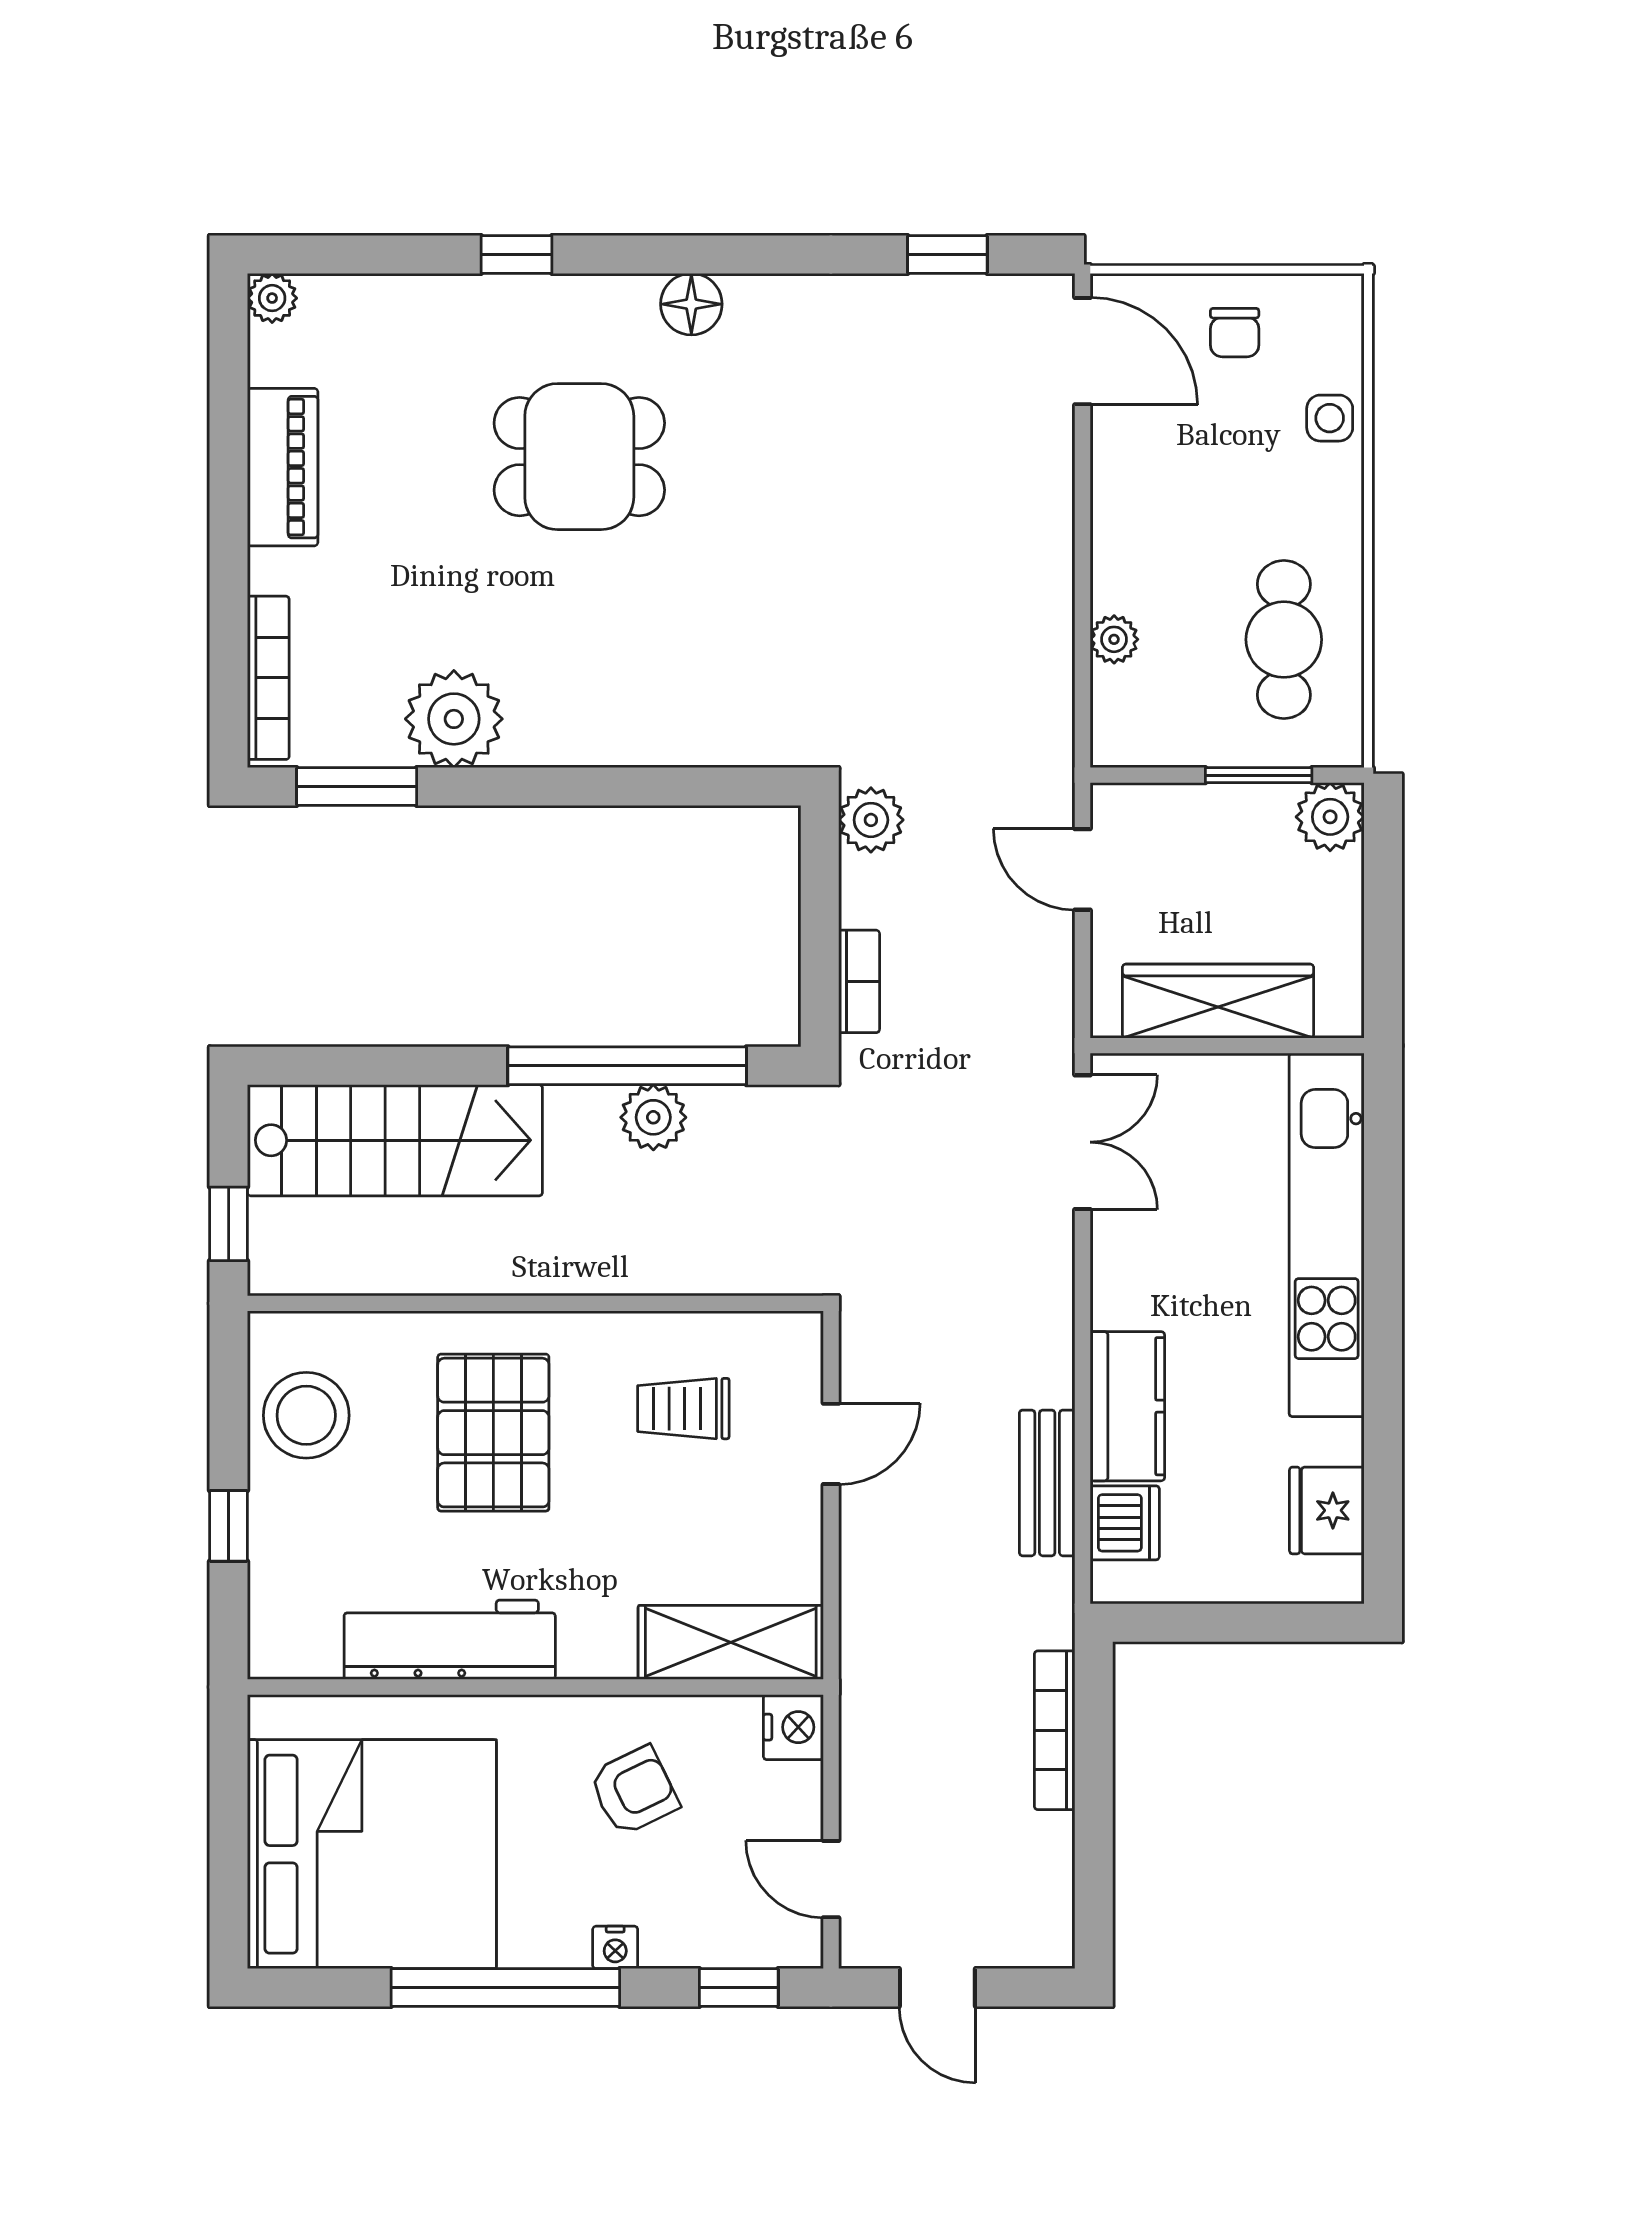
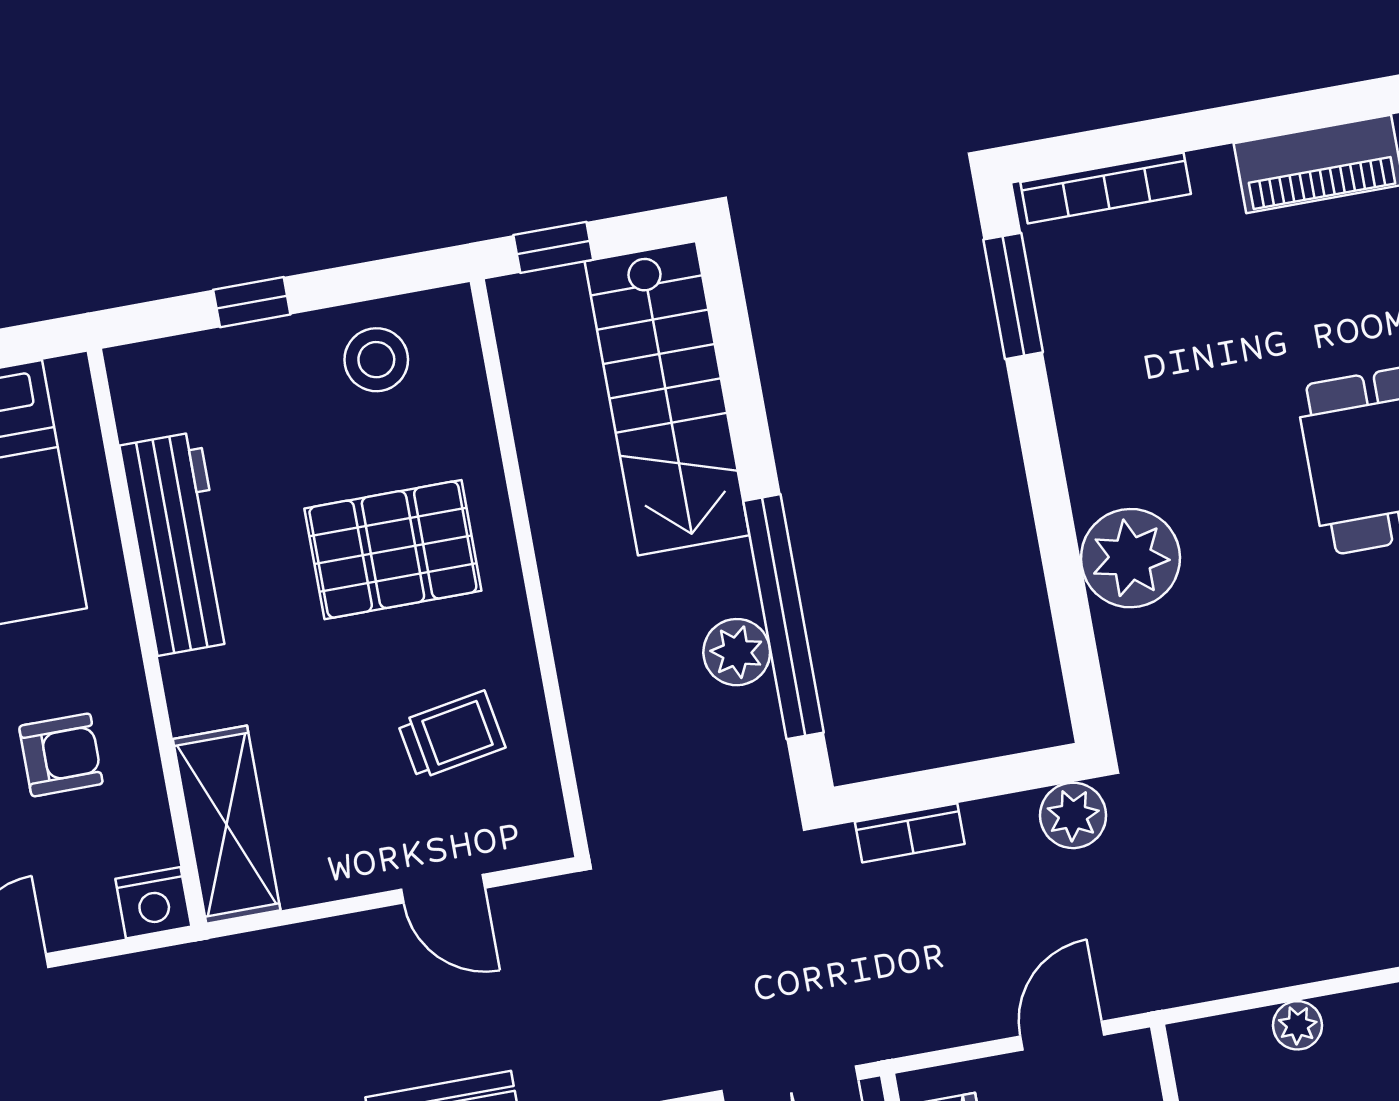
plant: (454, 719) -> (1130, 558), moved
trolley: (683, 1409) -> (451, 735), turned 80
stool: (306, 1415) -> (376, 360), width x0.73, depth x0.73
armchair: (634, 1791) -> (61, 755), turned -64

